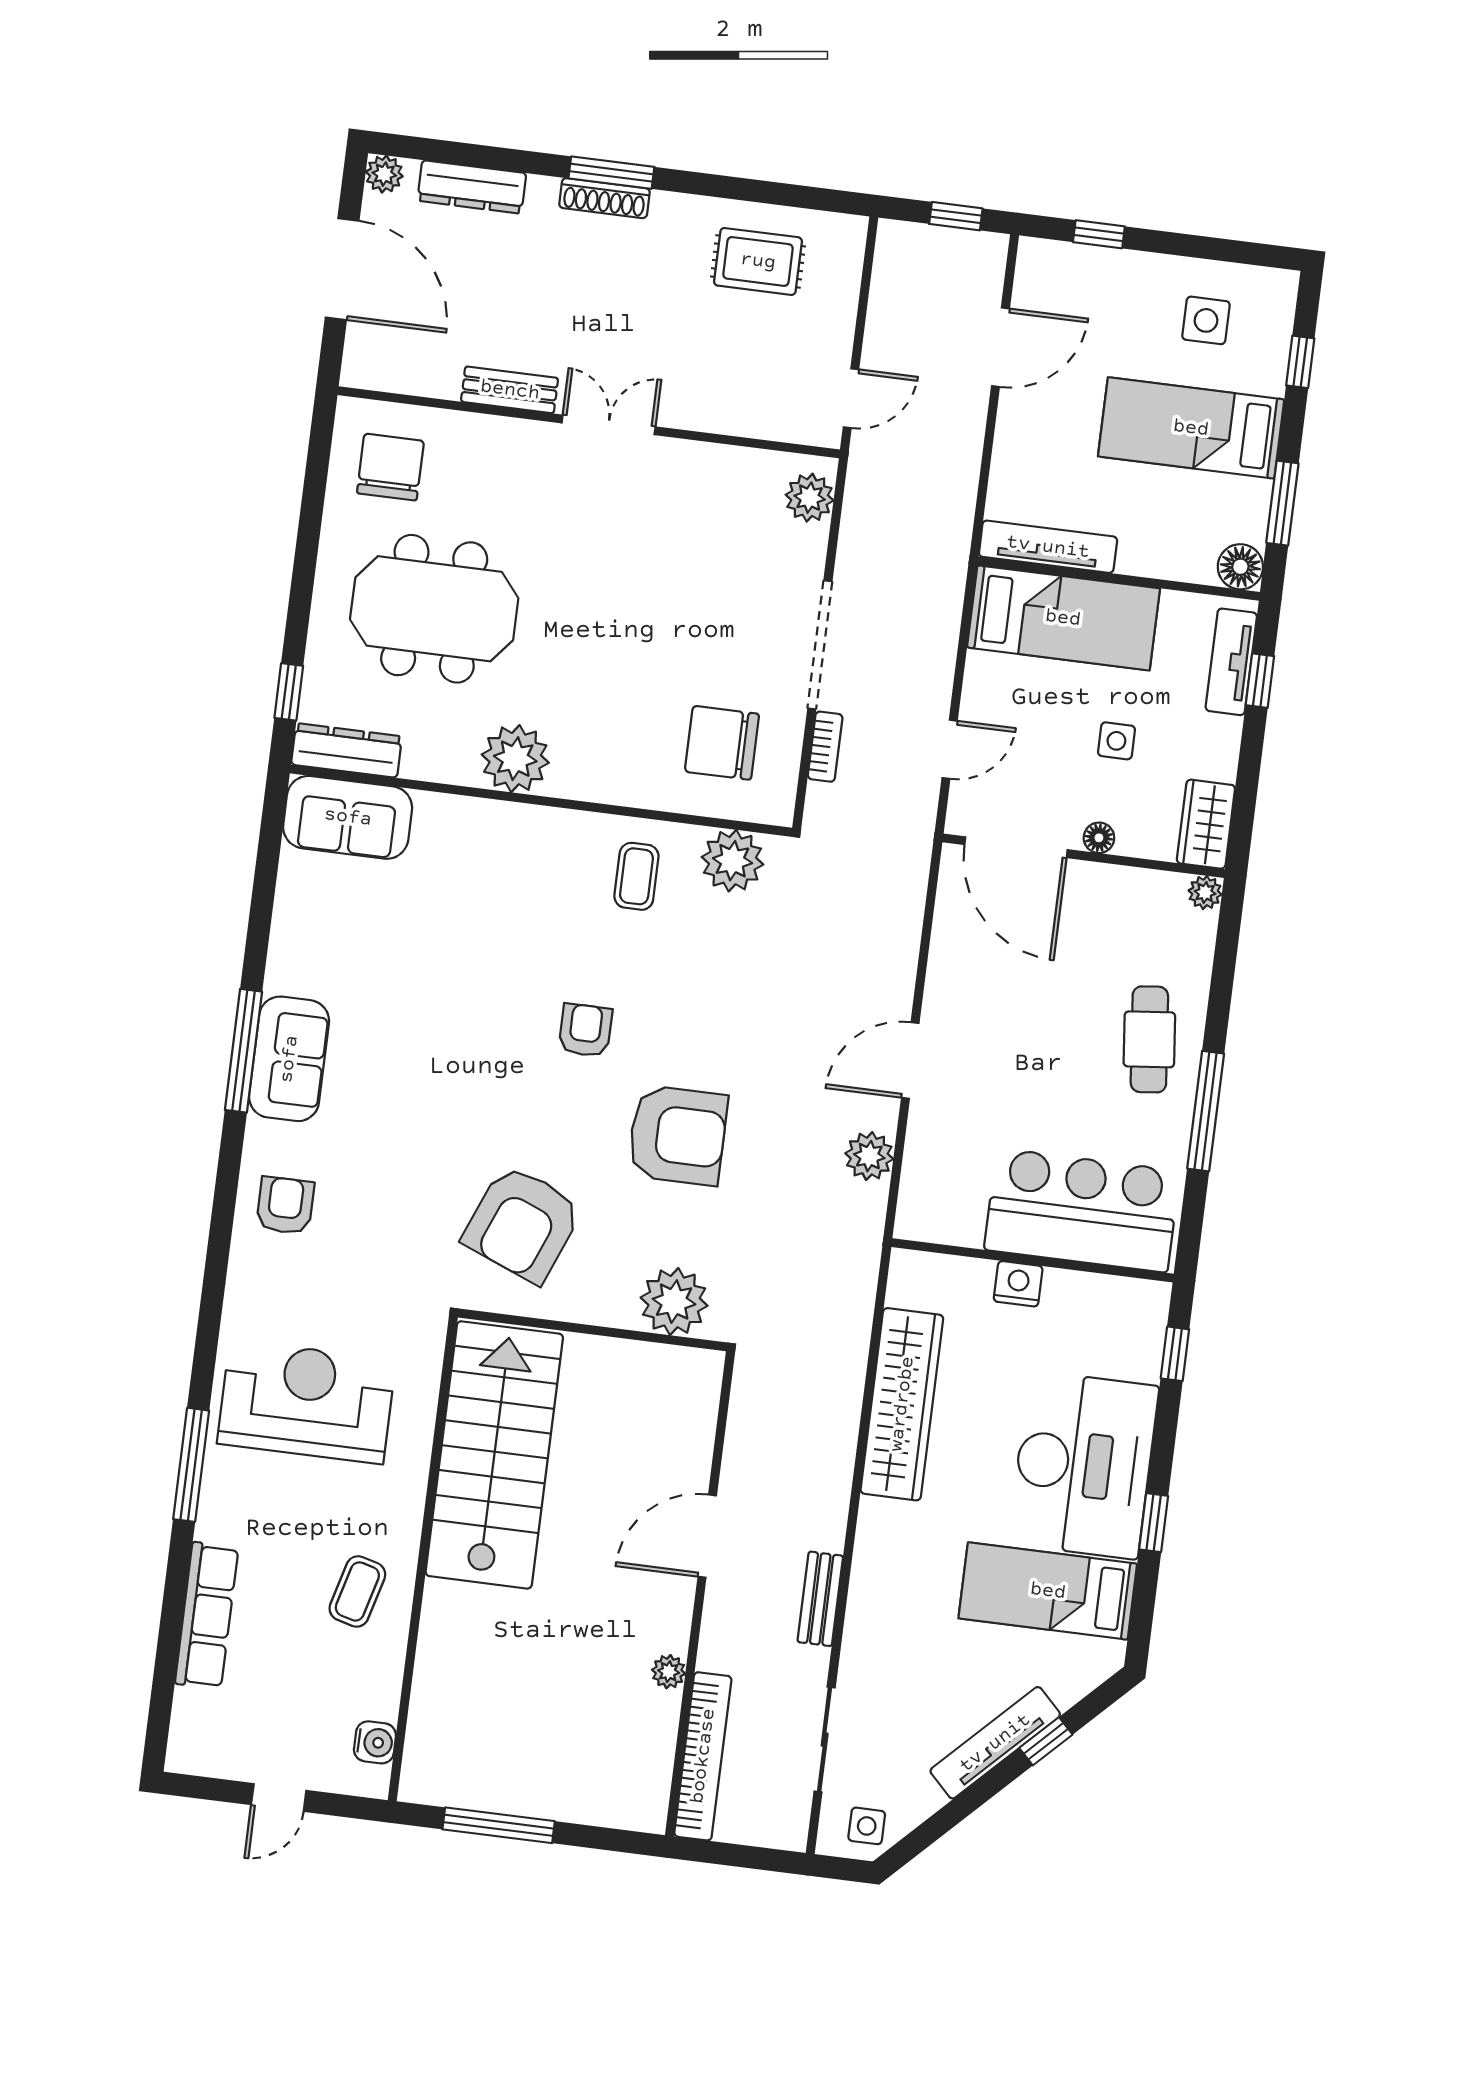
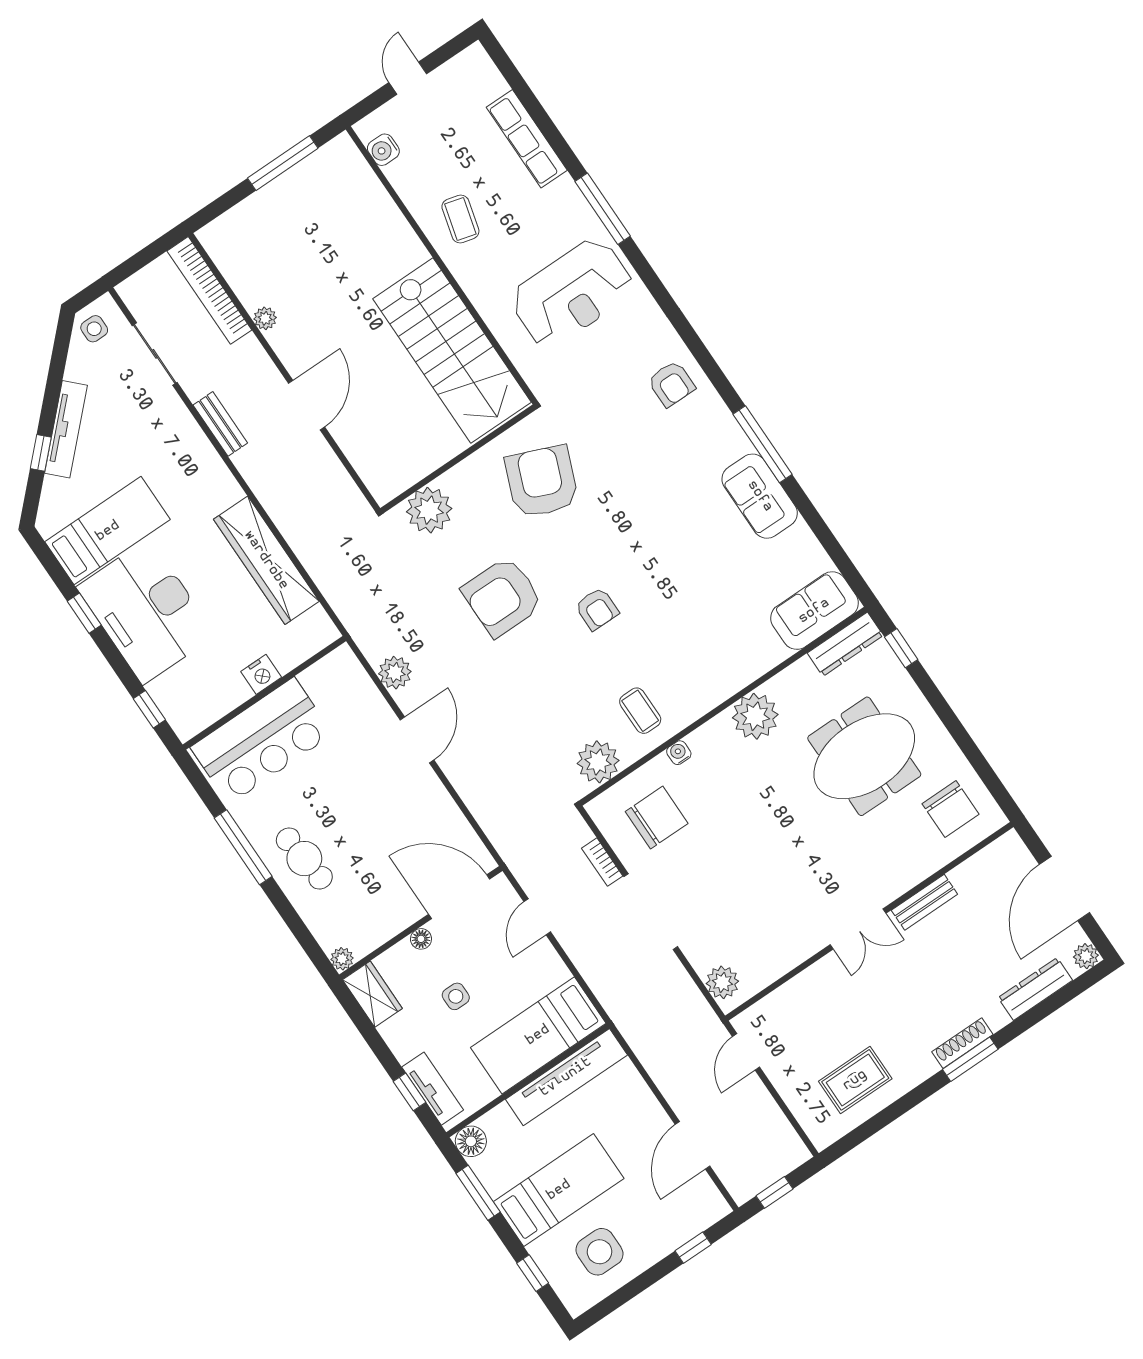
door: (342, 269) -> (1064, 888), hinge flipped
side table: (1206, 320) -> (600, 1252), width x1.37, depth x1.37
tv unit: (1048, 547) -> (566, 1077), width x1.36, depth x1.29
water cooler: (635, 793) -> (679, 753), added
sofa: (289, 1059) -> (760, 496), moved

